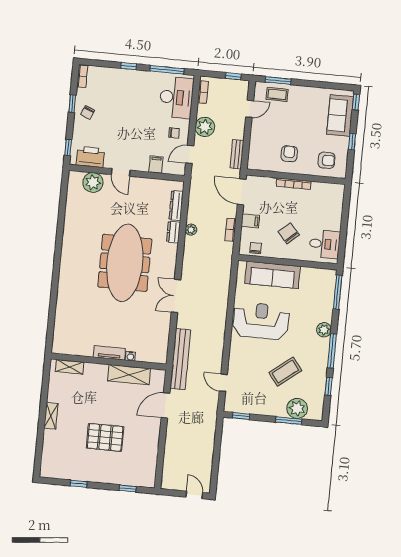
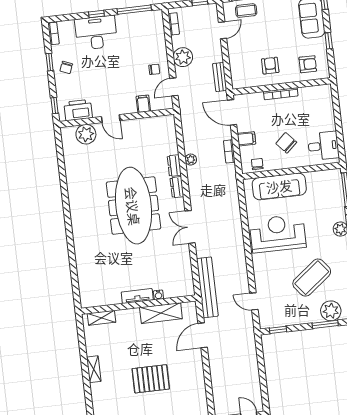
desk: (176, 97) -> (96, 33), moved, turned -90
dresser: (176, 206) -> (177, 187), moved, width x0.70
coffee table: (285, 372) -> (312, 278), width x1.36, depth x1.32

